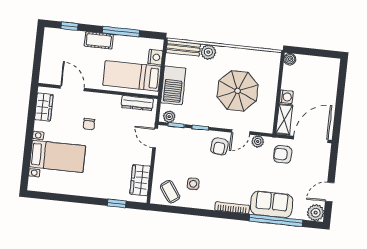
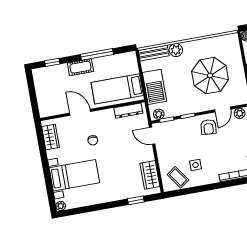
nightstand: (155, 57) -> (132, 67), removed
door: (72, 88) -> (80, 112), moved
plant: (33, 185) -> (61, 206), added

